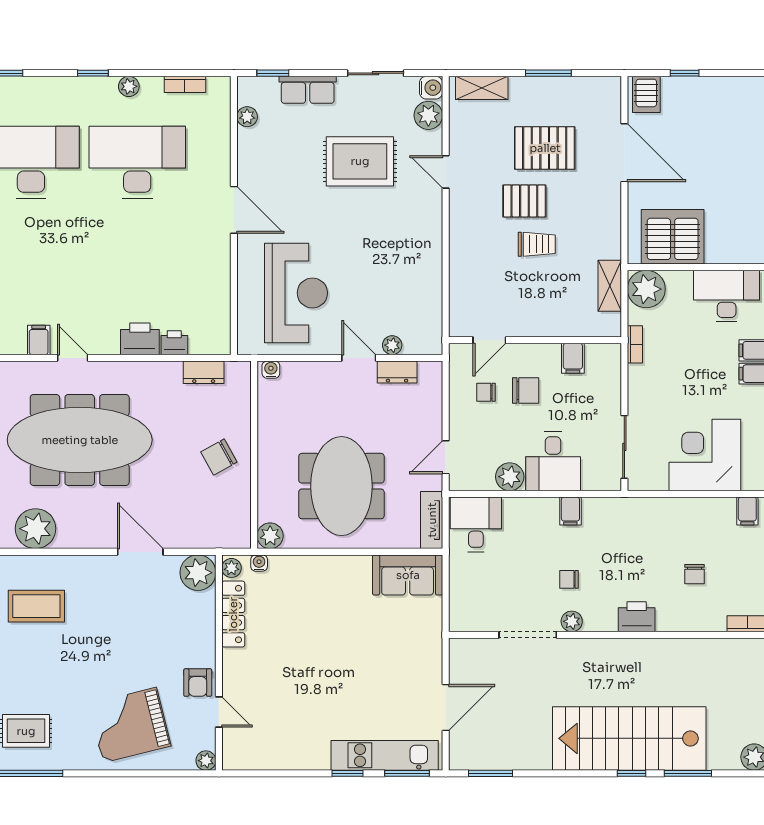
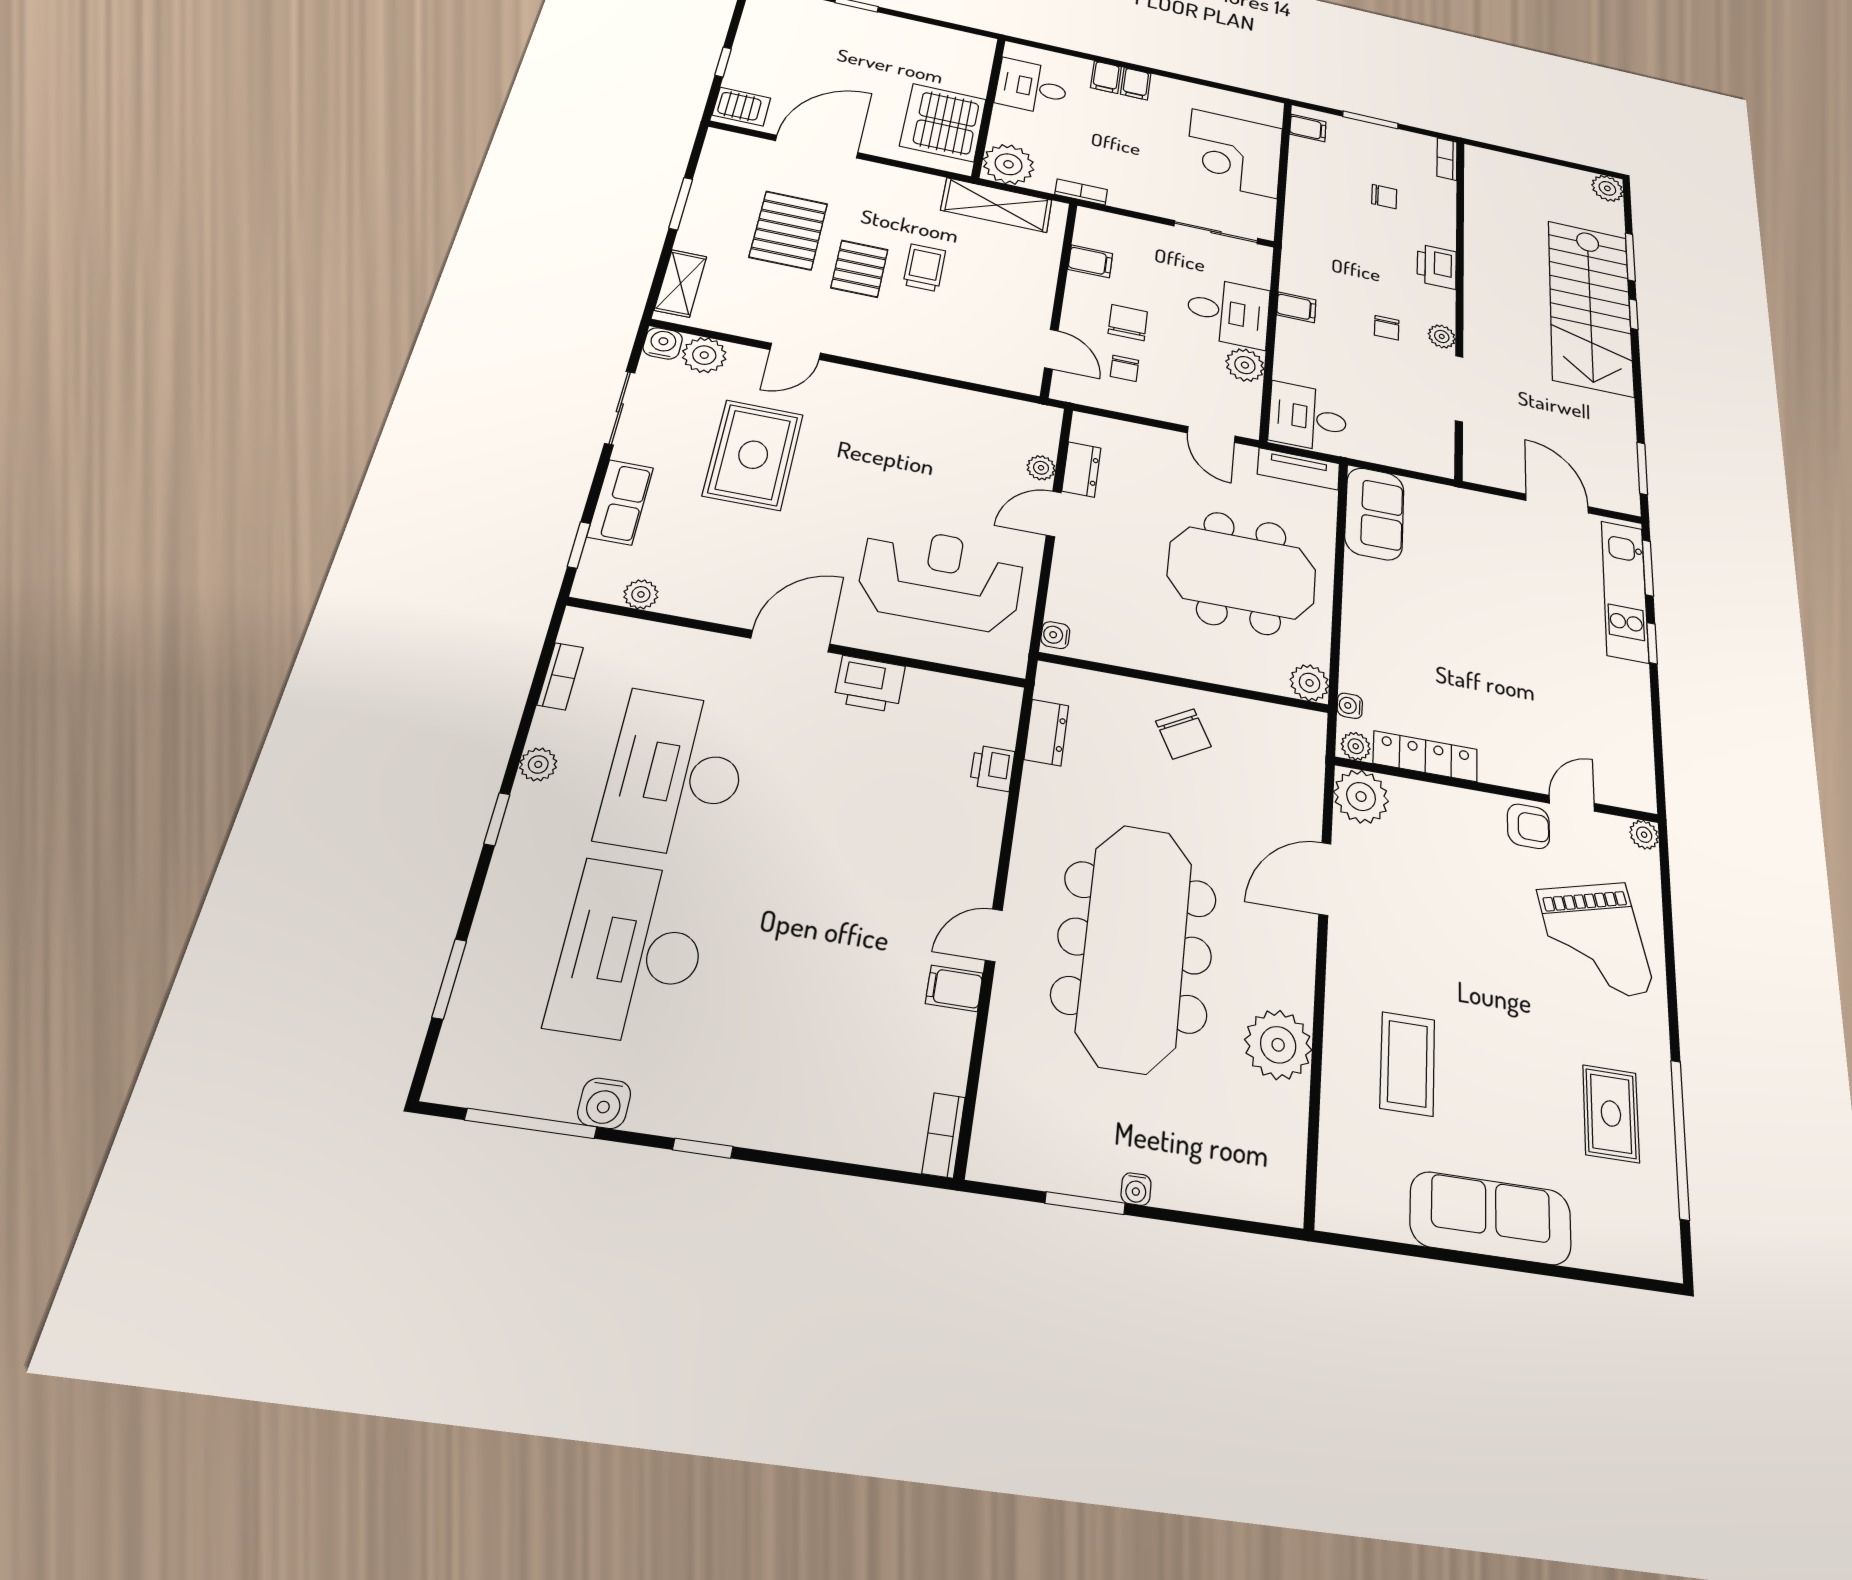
shelving: (610, 286) -> (997, 205), width x1.50, depth x1.33
desk: (727, 296) -> (1032, 87), width x0.73
printer: (140, 339) -> (870, 684), moved, turned -90

